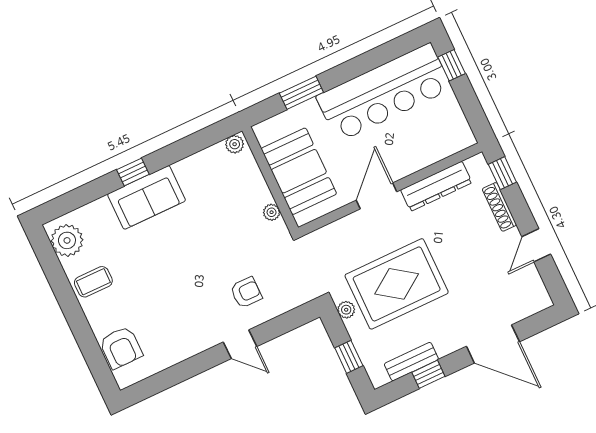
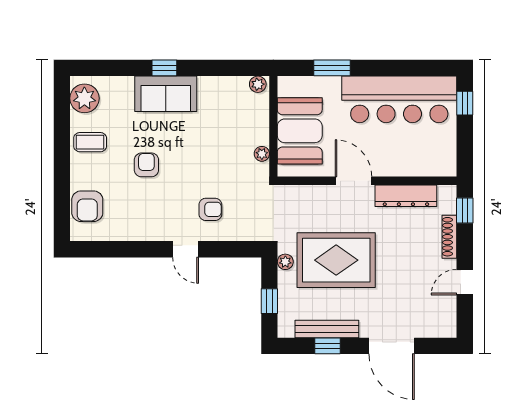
door: (376, 196) -> (353, 181), hinge flipped
armchair: (161, 278) -> (146, 165), added
bench: (411, 362) -> (327, 329), width x1.36

